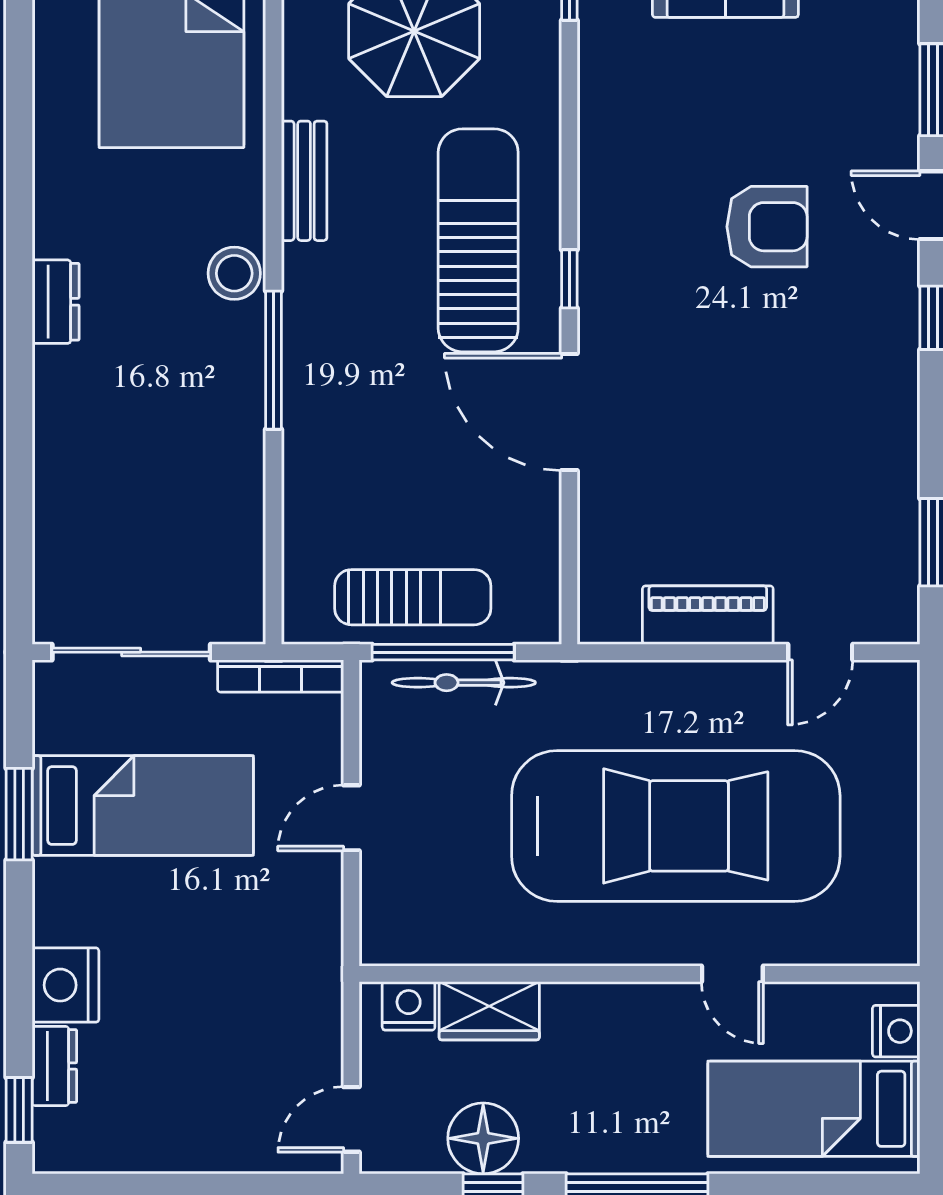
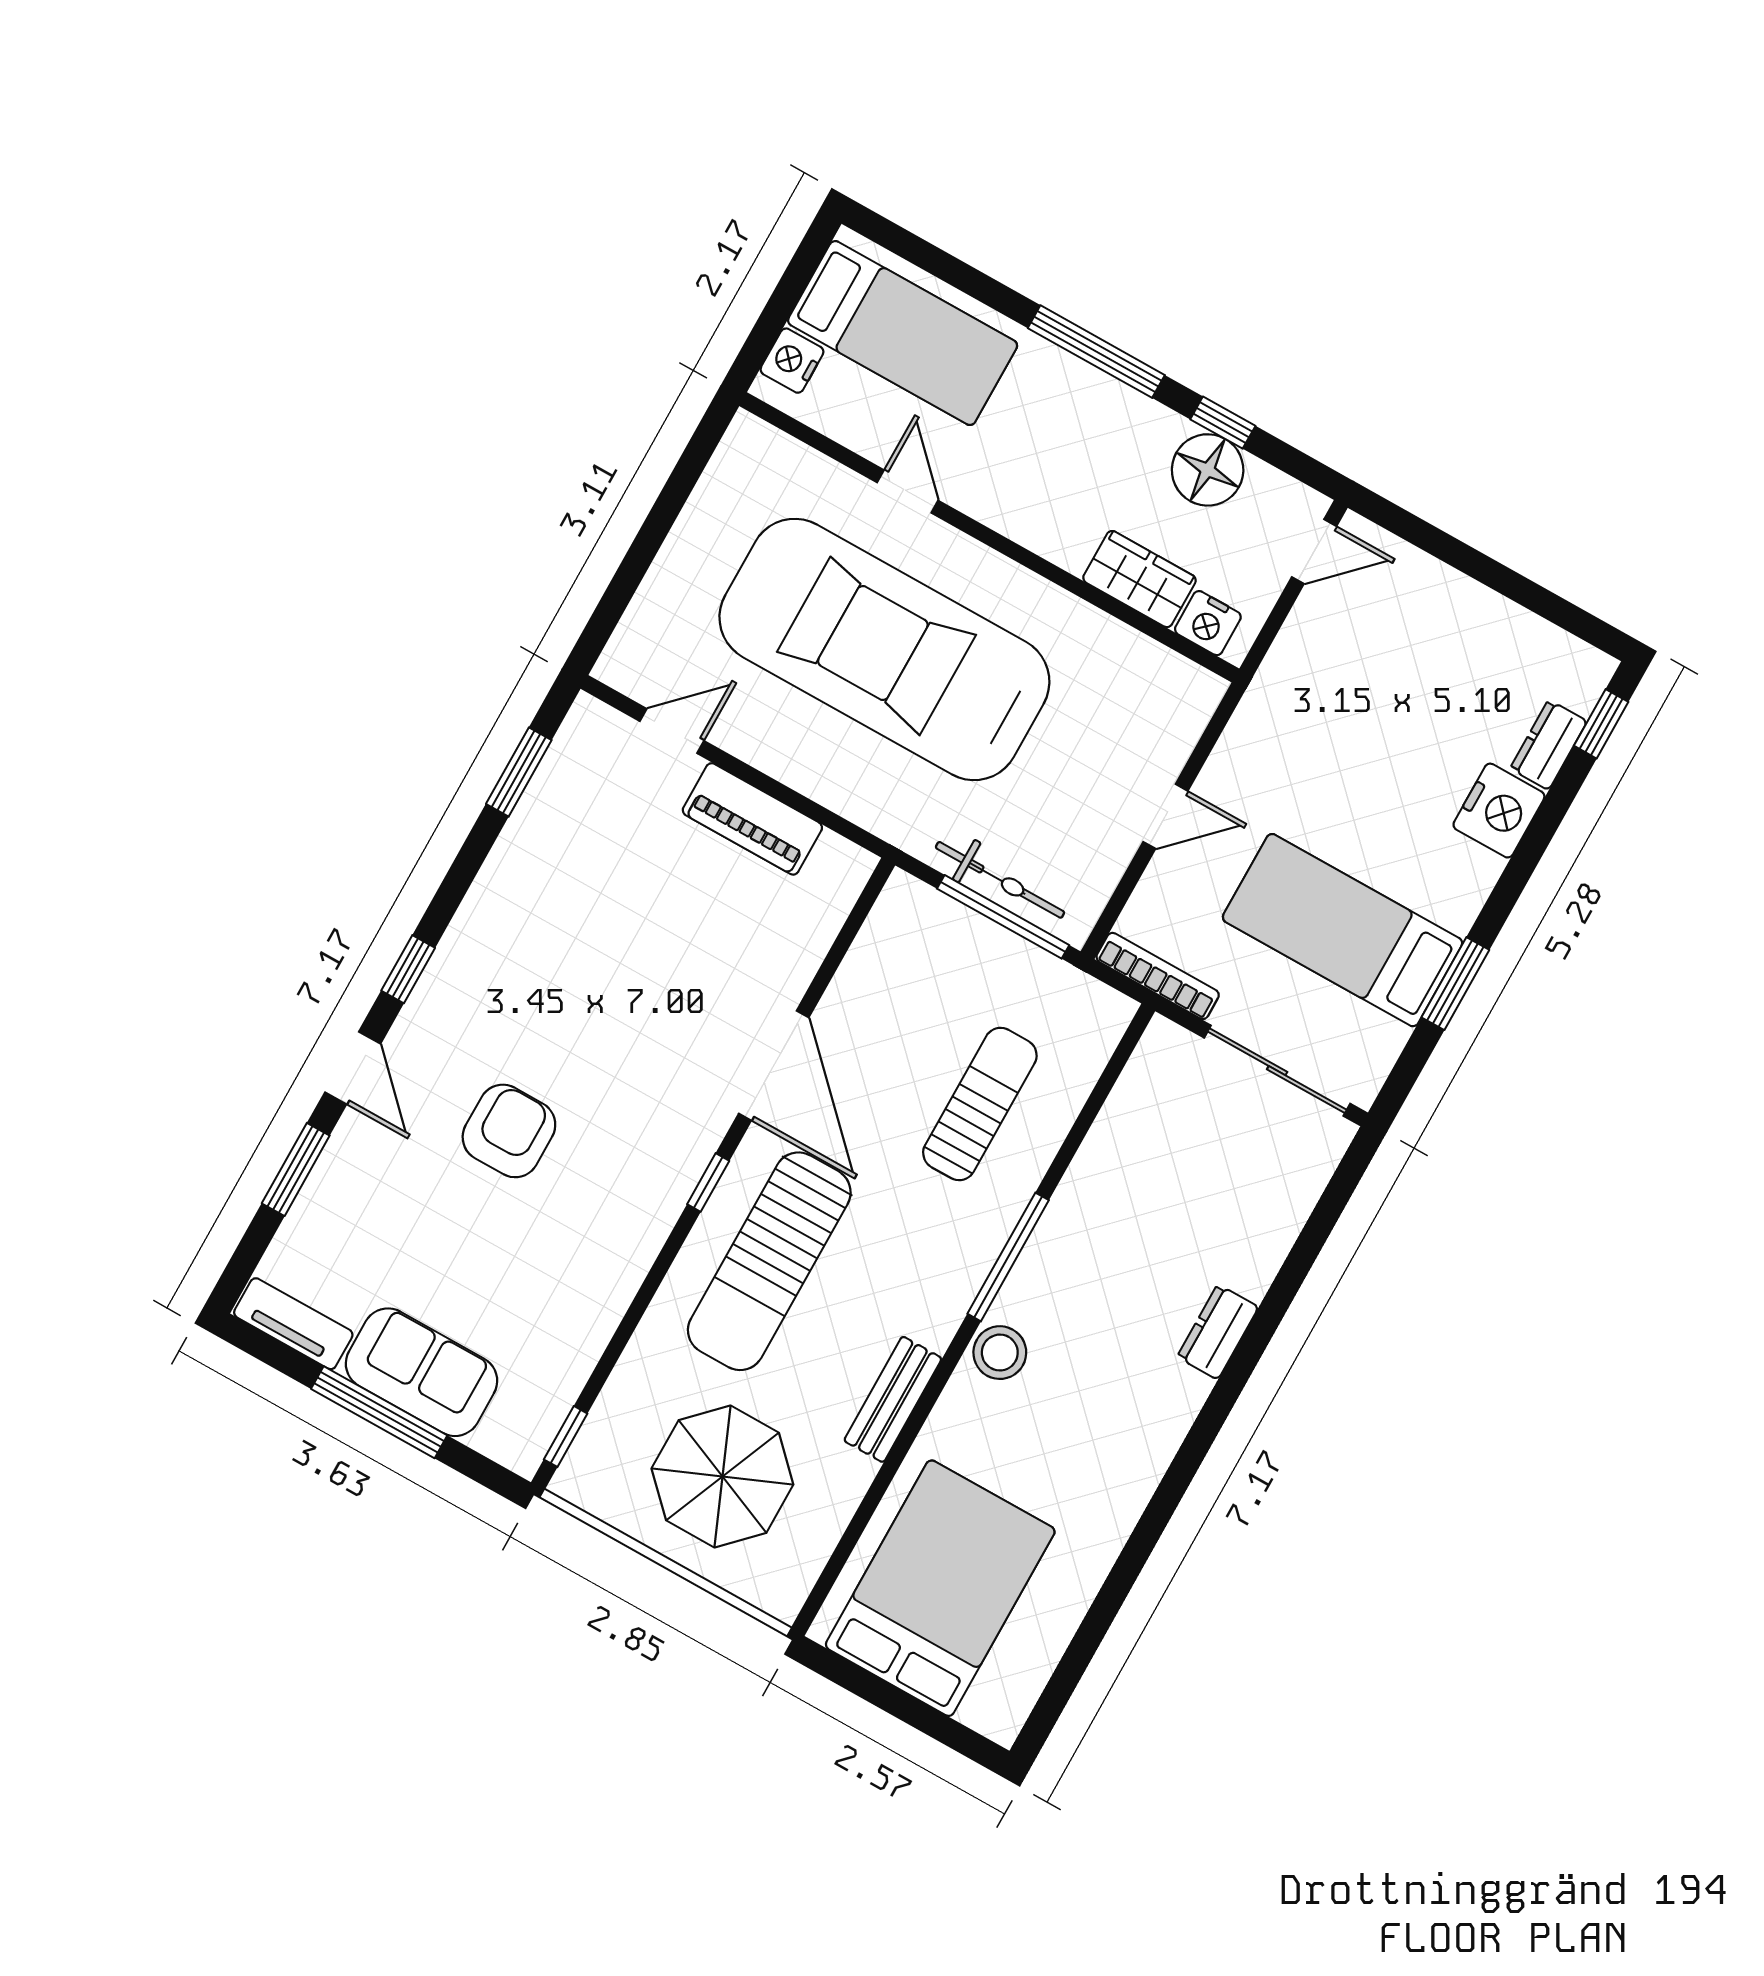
armchair: (767, 227) -> (509, 1131), turned 90
dresser: (56, 302) -> (1218, 1332), moved
sun lounger: (413, 597) -> (980, 1104), moved, turned 90

